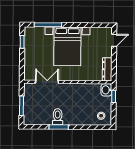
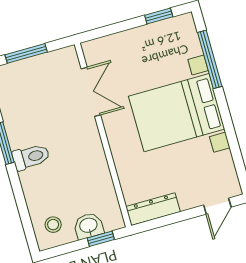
door: (114, 40) -> (217, 206), hinge flipped
washbasin: (106, 90) -> (89, 226), moved
toilet: (58, 117) -> (31, 157), moved

